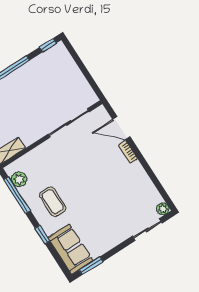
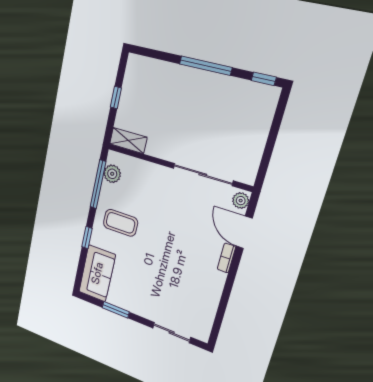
coffee table: (53, 202) -> (120, 223), turned 90
plant: (163, 209) -> (241, 201), moved
window: (91, 266) -> (116, 310), moved

